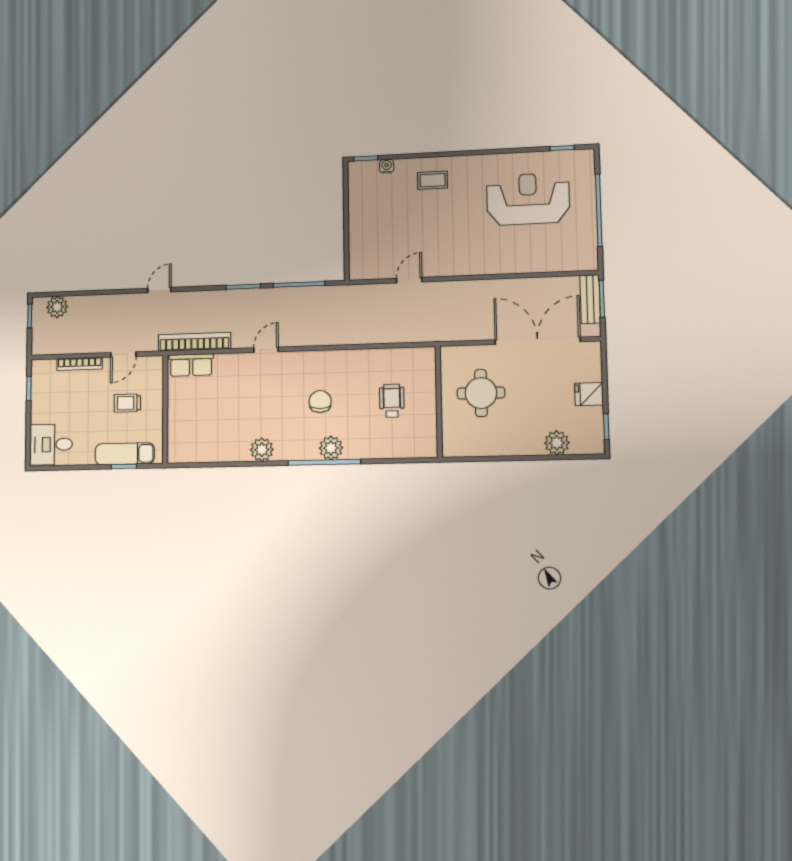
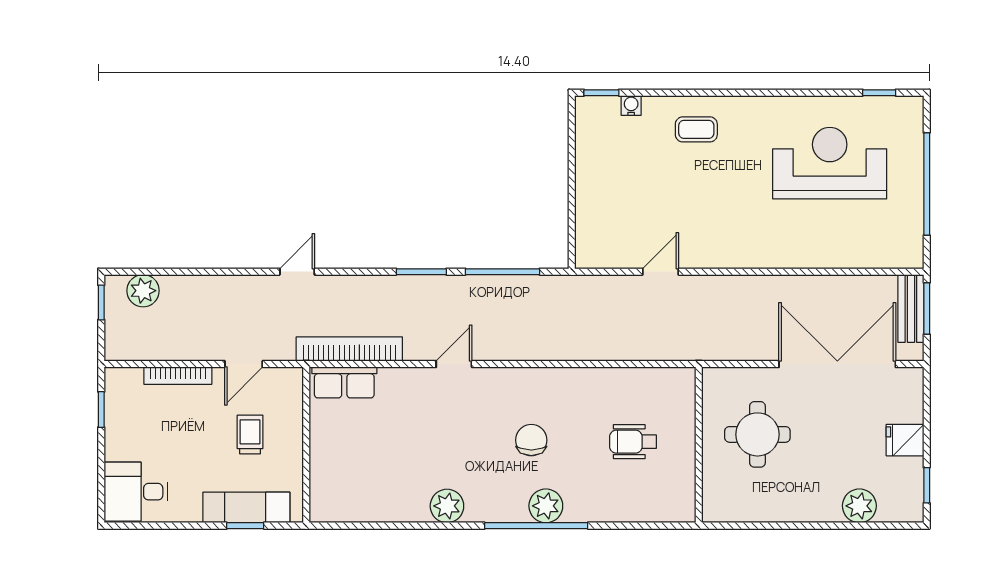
wheelchair: (392, 401) -> (633, 442), turned -90
trolley: (127, 403) -> (250, 435), turned 90

